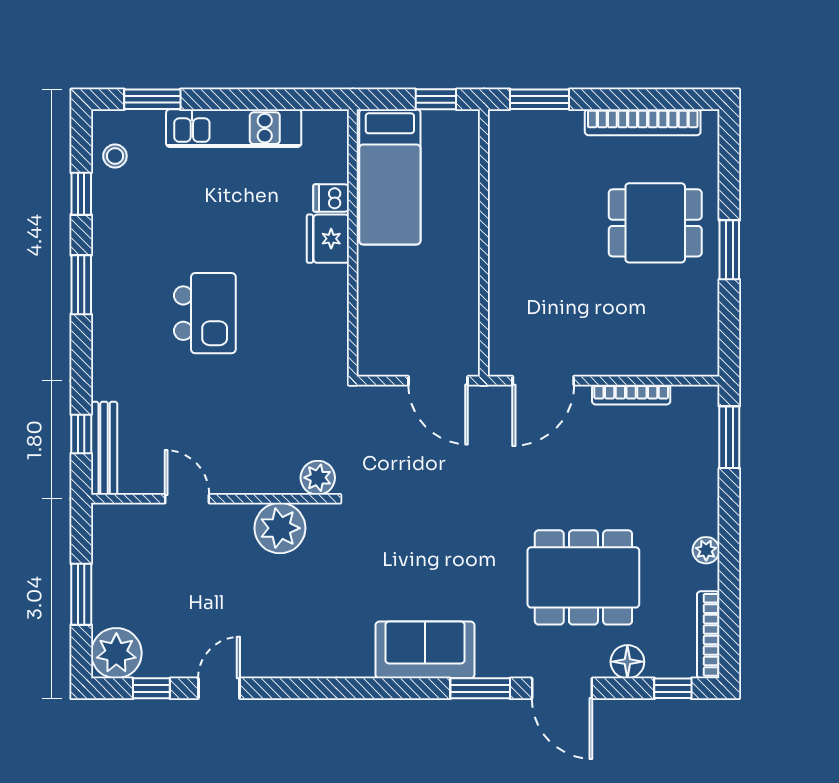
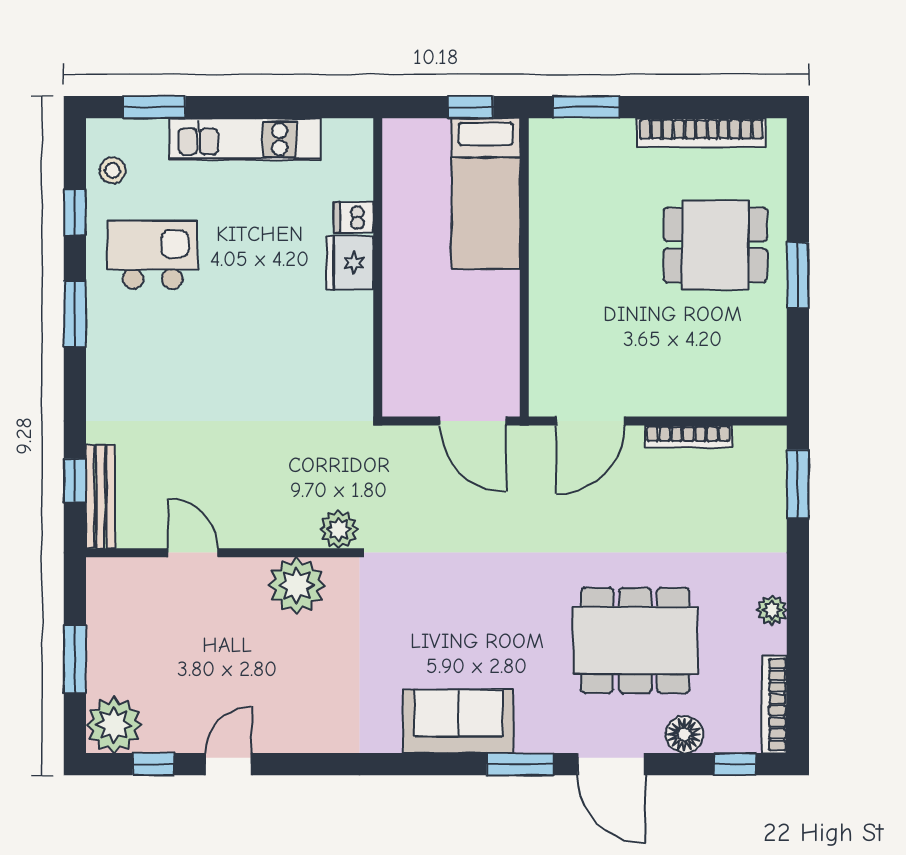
bed: (390, 177) -> (486, 194), moved
kitchen island: (205, 313) -> (153, 255), moved, turned -90

